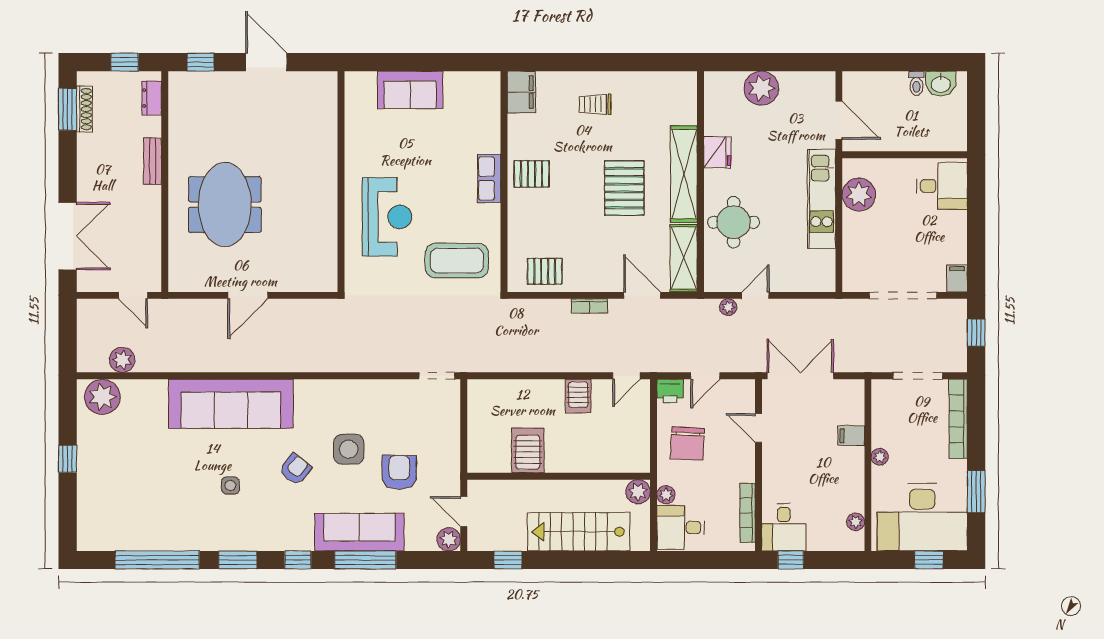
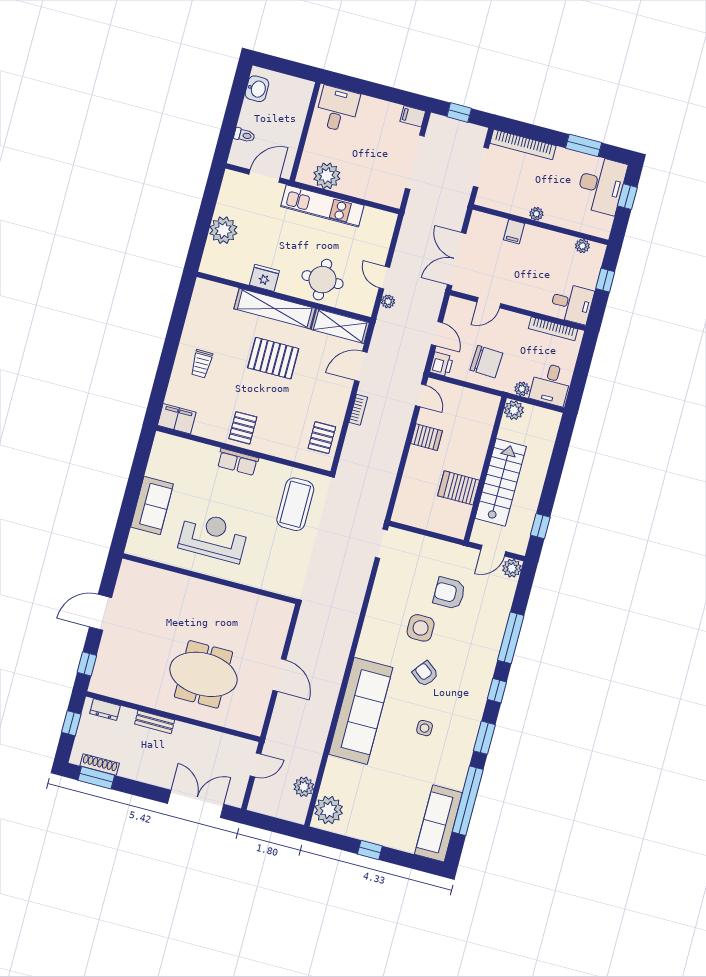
toilet: (916, 83) -> (244, 135), moved
reception desk: (387, 217) -> (213, 537), moved
desk: (922, 517) -> (601, 185), width x0.73, depth x0.77
sofa: (359, 532) -> (438, 823), moved
stairs: (579, 532) -> (501, 482), moved, turned 180
window: (791, 560) -> (605, 280), moved

